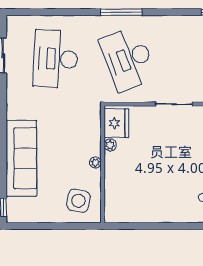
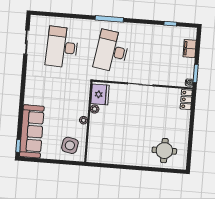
desk: (128, 59) -> (112, 51), turned 30
sofa: (21, 158) -> (32, 131), moved

